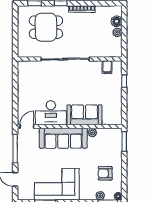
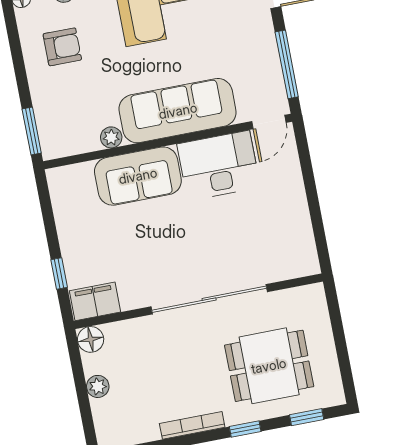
floor lamp: (117, 21) -> (91, 339), moved
filing cabinet: (107, 67) -> (95, 301), width x2.00

